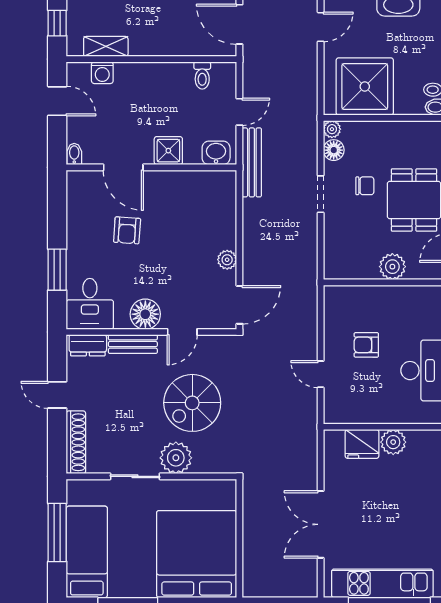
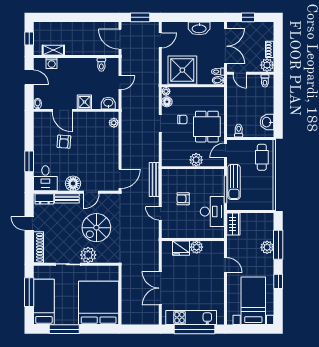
bench: (252, 162) -> (154, 179), moved
plant: (227, 260) -> (114, 123), moved

